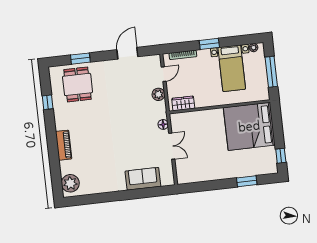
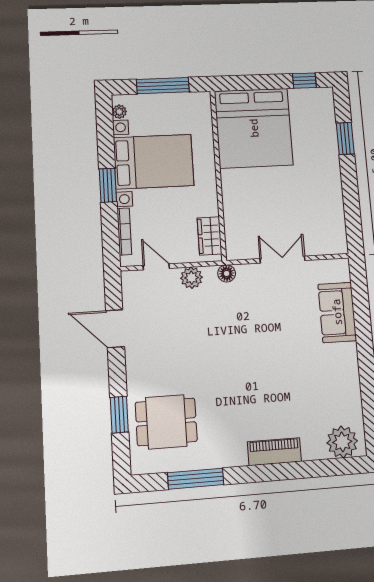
bed with nightstands: (232, 68) -> (154, 162), width x1.36
window: (48, 102) -> (196, 479), width x2.17
floor lamp: (163, 124) -> (227, 273), moved

